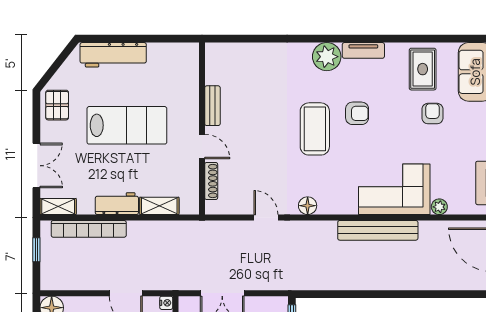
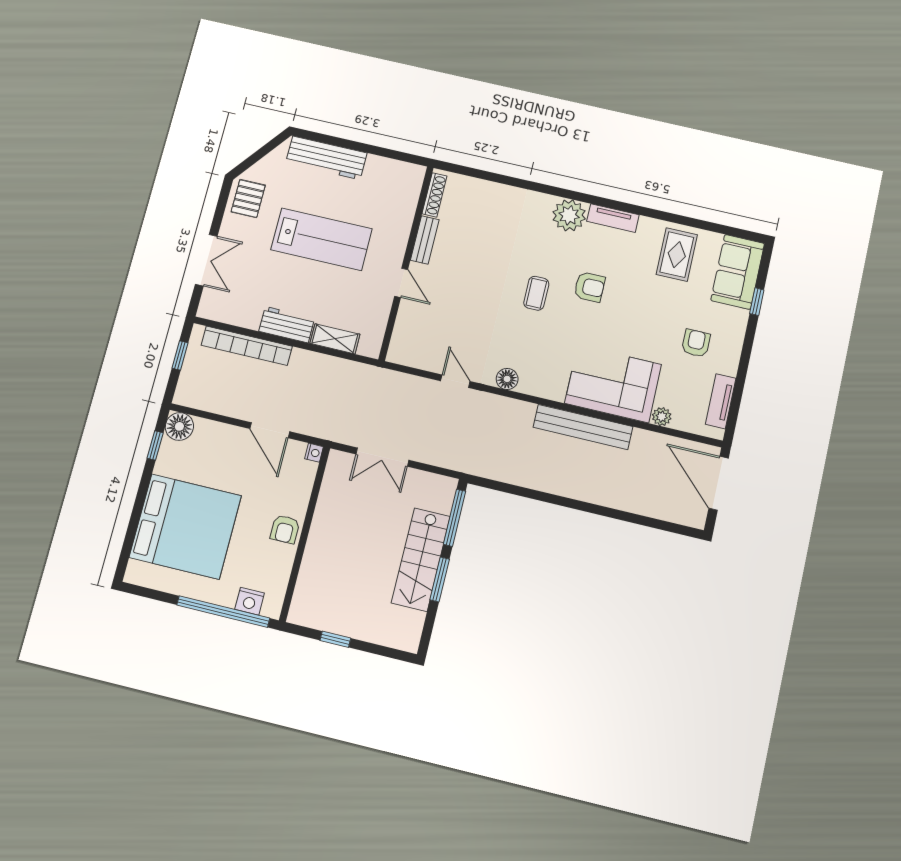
armchair: (432, 114) -> (696, 343), moved
coffee table: (315, 129) -> (536, 293), width x0.54, depth x0.58
shoe rack: (211, 181) -> (434, 195), moved
shelving: (58, 207) -> (218, 312), removed

